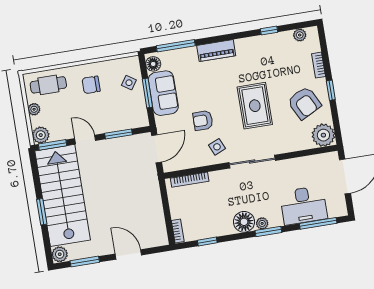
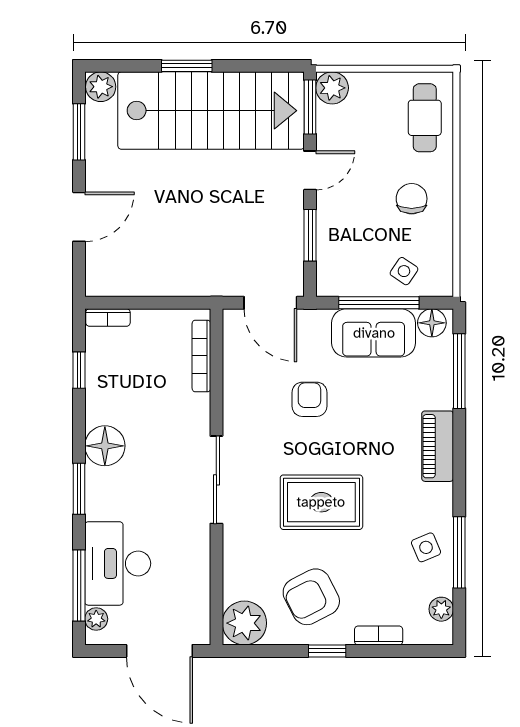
window: (269, 31) -> (459, 552), width x2.17
window: (147, 93) -> (379, 303), width x1.44
plant: (34, 109) -> (383, 83), removed
side table: (217, 147) -> (426, 547), moved
plant: (262, 223) -> (96, 619), moved

